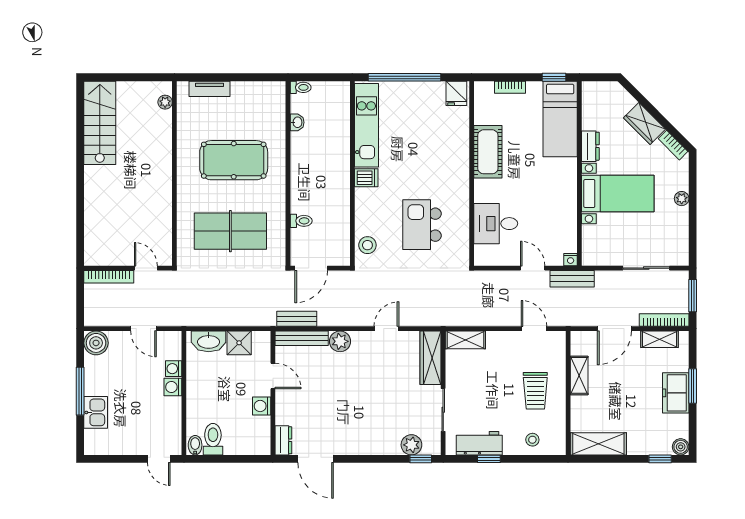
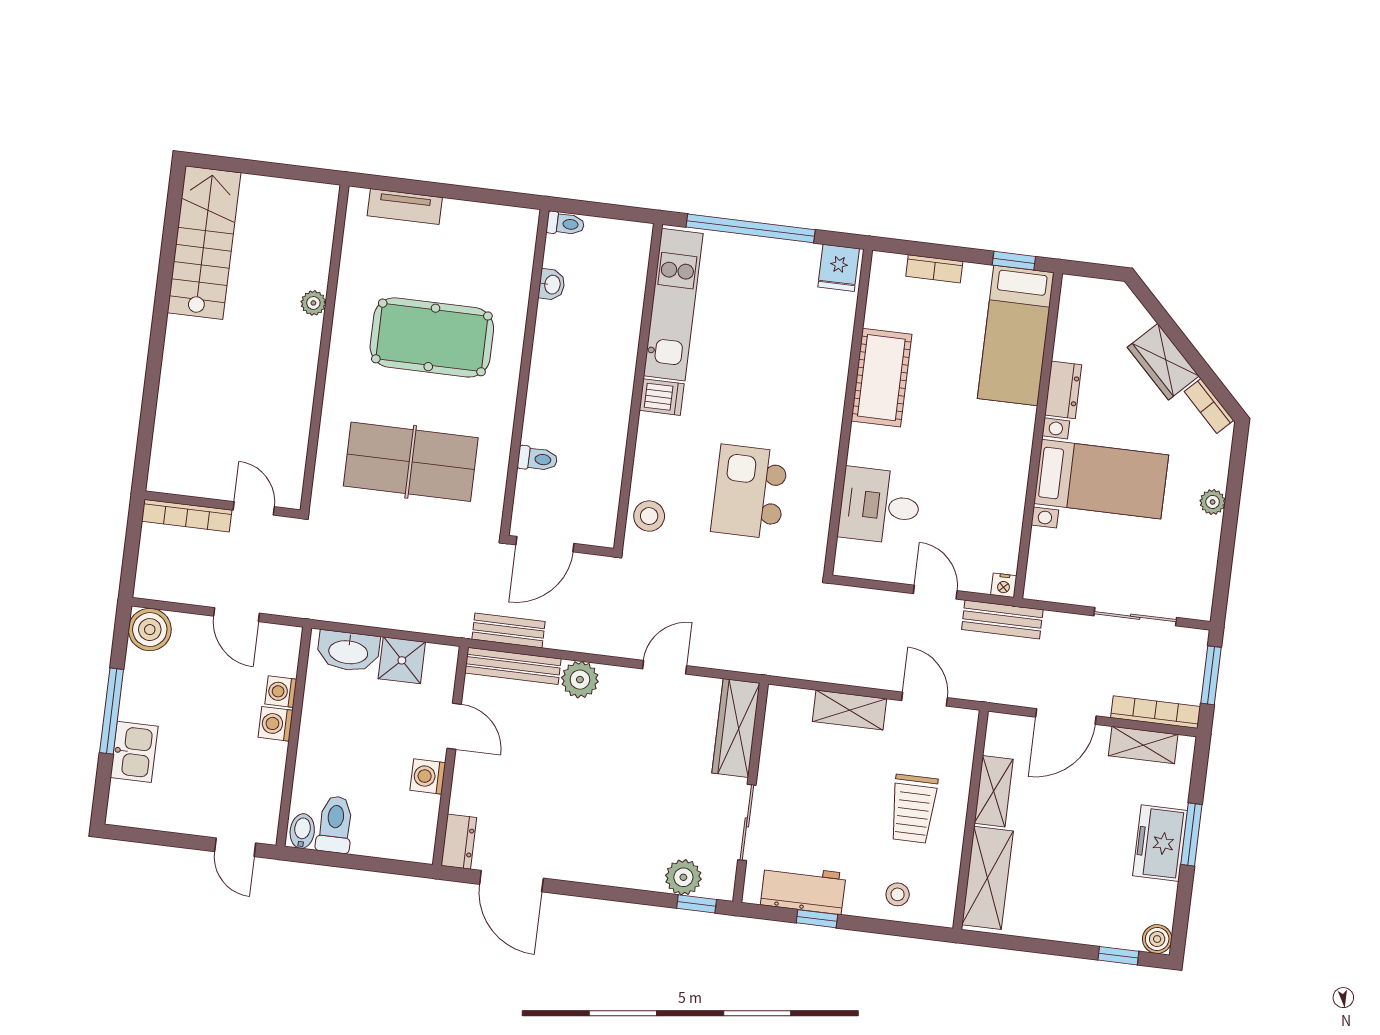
plant: (165, 102) -> (313, 303), moved
shelving: (465, 340) -> (849, 710), moved
shelving: (598, 444) -> (987, 878), moved, turned 90

